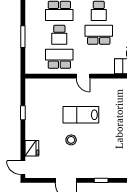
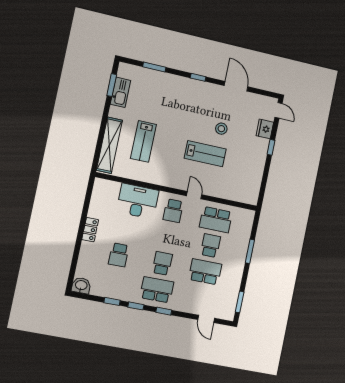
school desk: (99, 35) -> (173, 211), moved, width x0.54
window: (23, 113) -> (271, 147), moved

